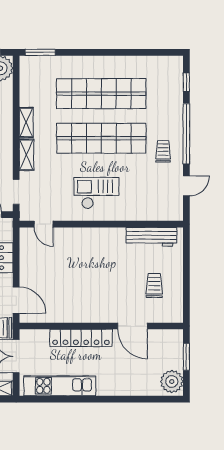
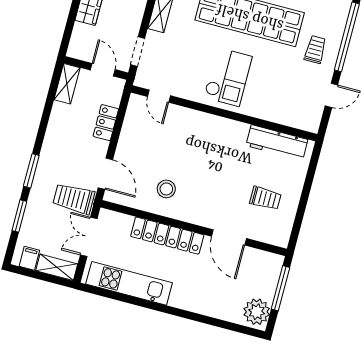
checkout: (97, 193) -> (228, 77), turned 90
trolley: (154, 285) -> (265, 198), turned 90
stool: (70, 299) -> (166, 189), added
window: (186, 357) -> (280, 288), width x1.44

